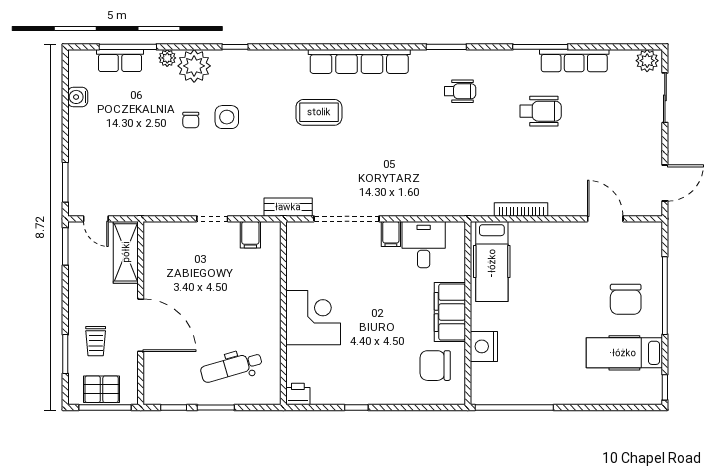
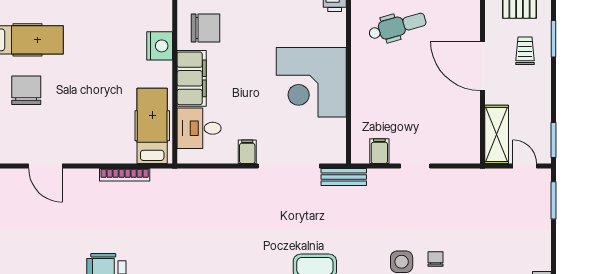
desk: (424, 245) -> (199, 128), moved, turned 90
corner desk: (313, 318) -> (311, 82), width x1.36, depth x1.36

